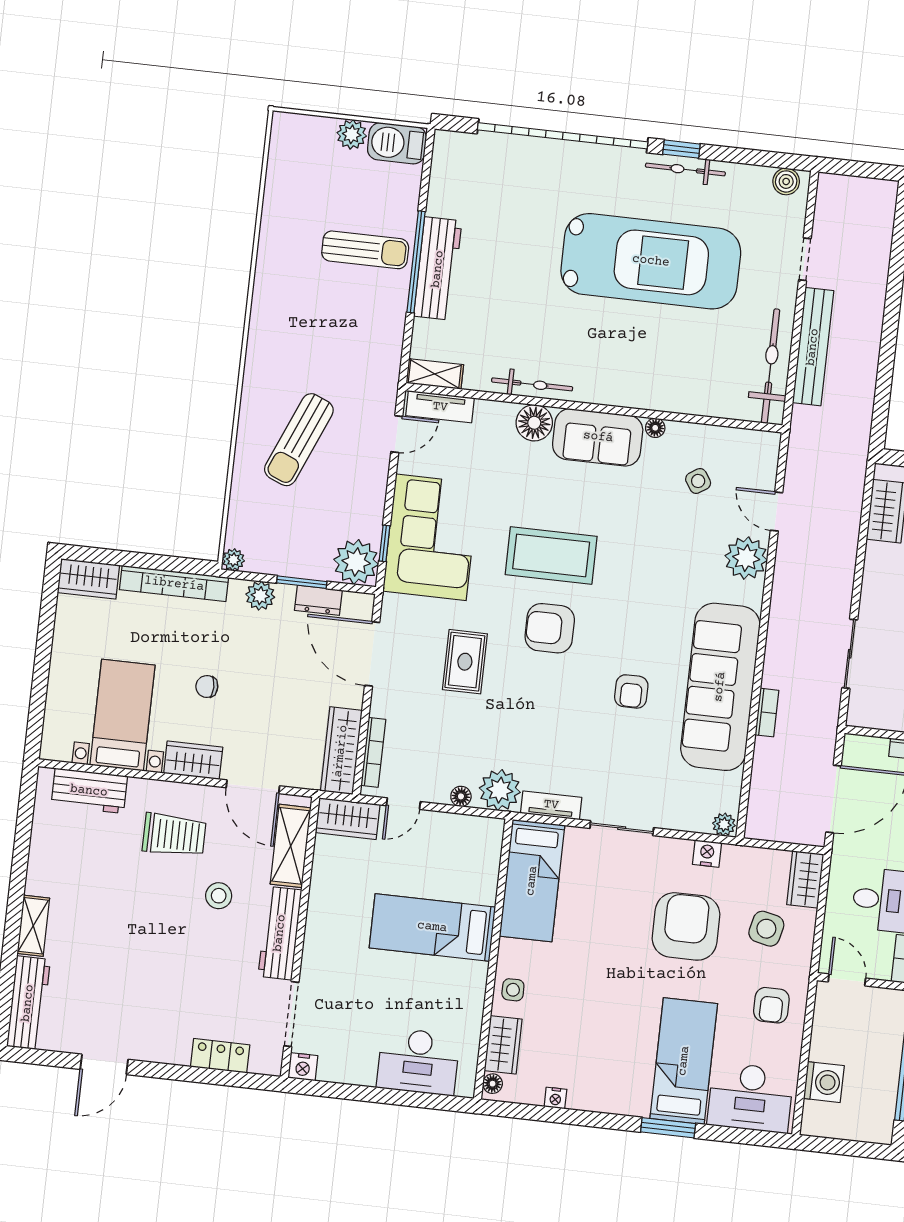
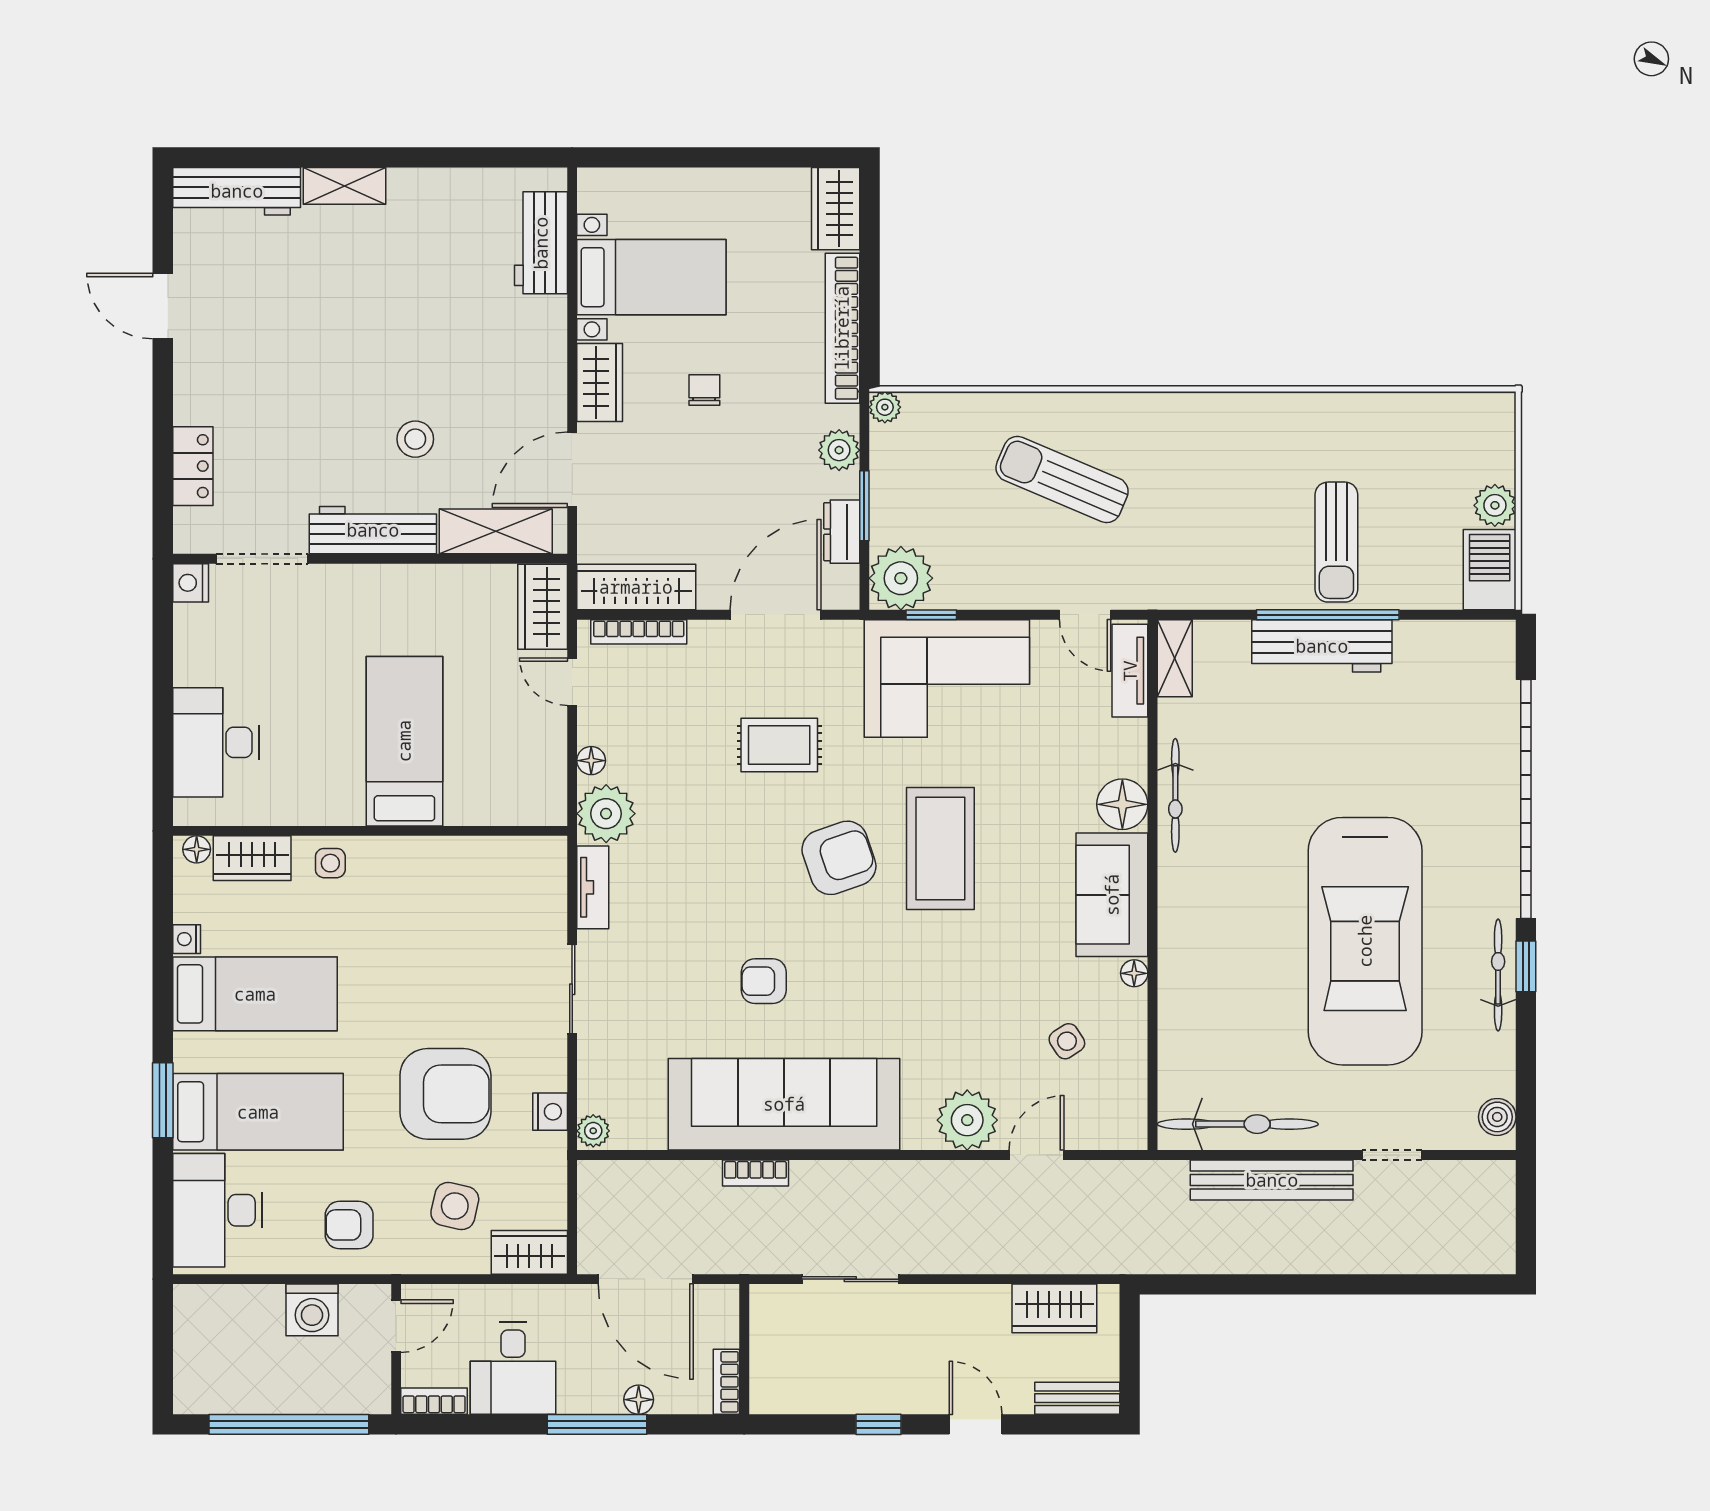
armchair: (550, 628) -> (839, 858), turned 71
trolley: (174, 835) -> (493, 368), removed
bed: (532, 881) -> (255, 994), moved, turned 180
washing machine: (824, 1082) -> (312, 1310), moved

